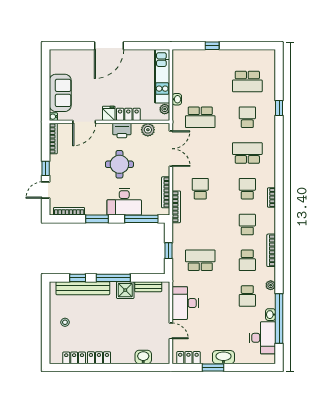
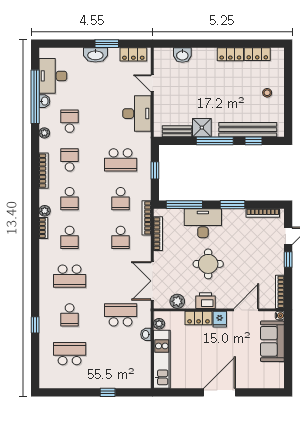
plant: (270, 213) -> (45, 211), added
school desk: (200, 224) -> (121, 199), added

